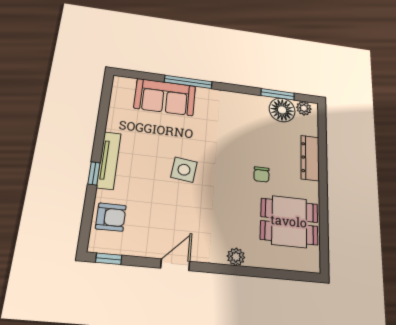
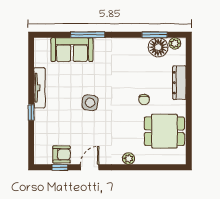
tv unit: (109, 160) -> (39, 88), moved
armchair: (111, 217) -> (62, 154), moved
window: (109, 259) -> (60, 167), moved

